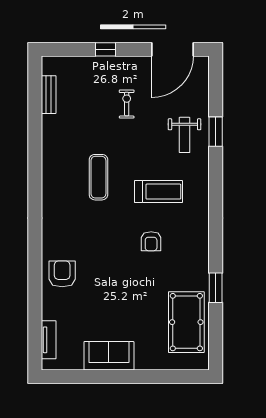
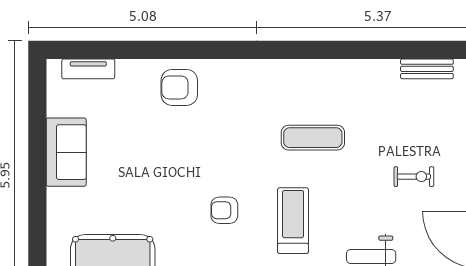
treadmill: (159, 192) -> (293, 221), turned 180
armchair: (62, 274) -> (179, 87), turned 180

